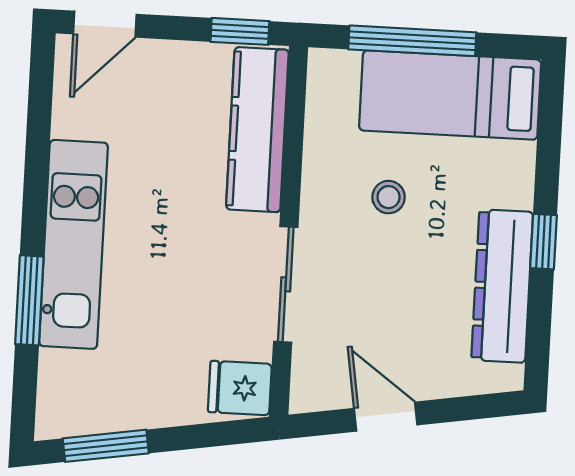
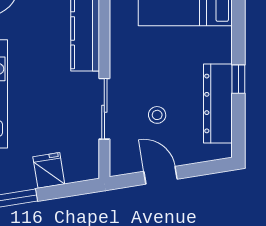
stool: (389, 197) -> (157, 115), moved
fridge: (240, 388) -> (49, 170), moved, turned 81

